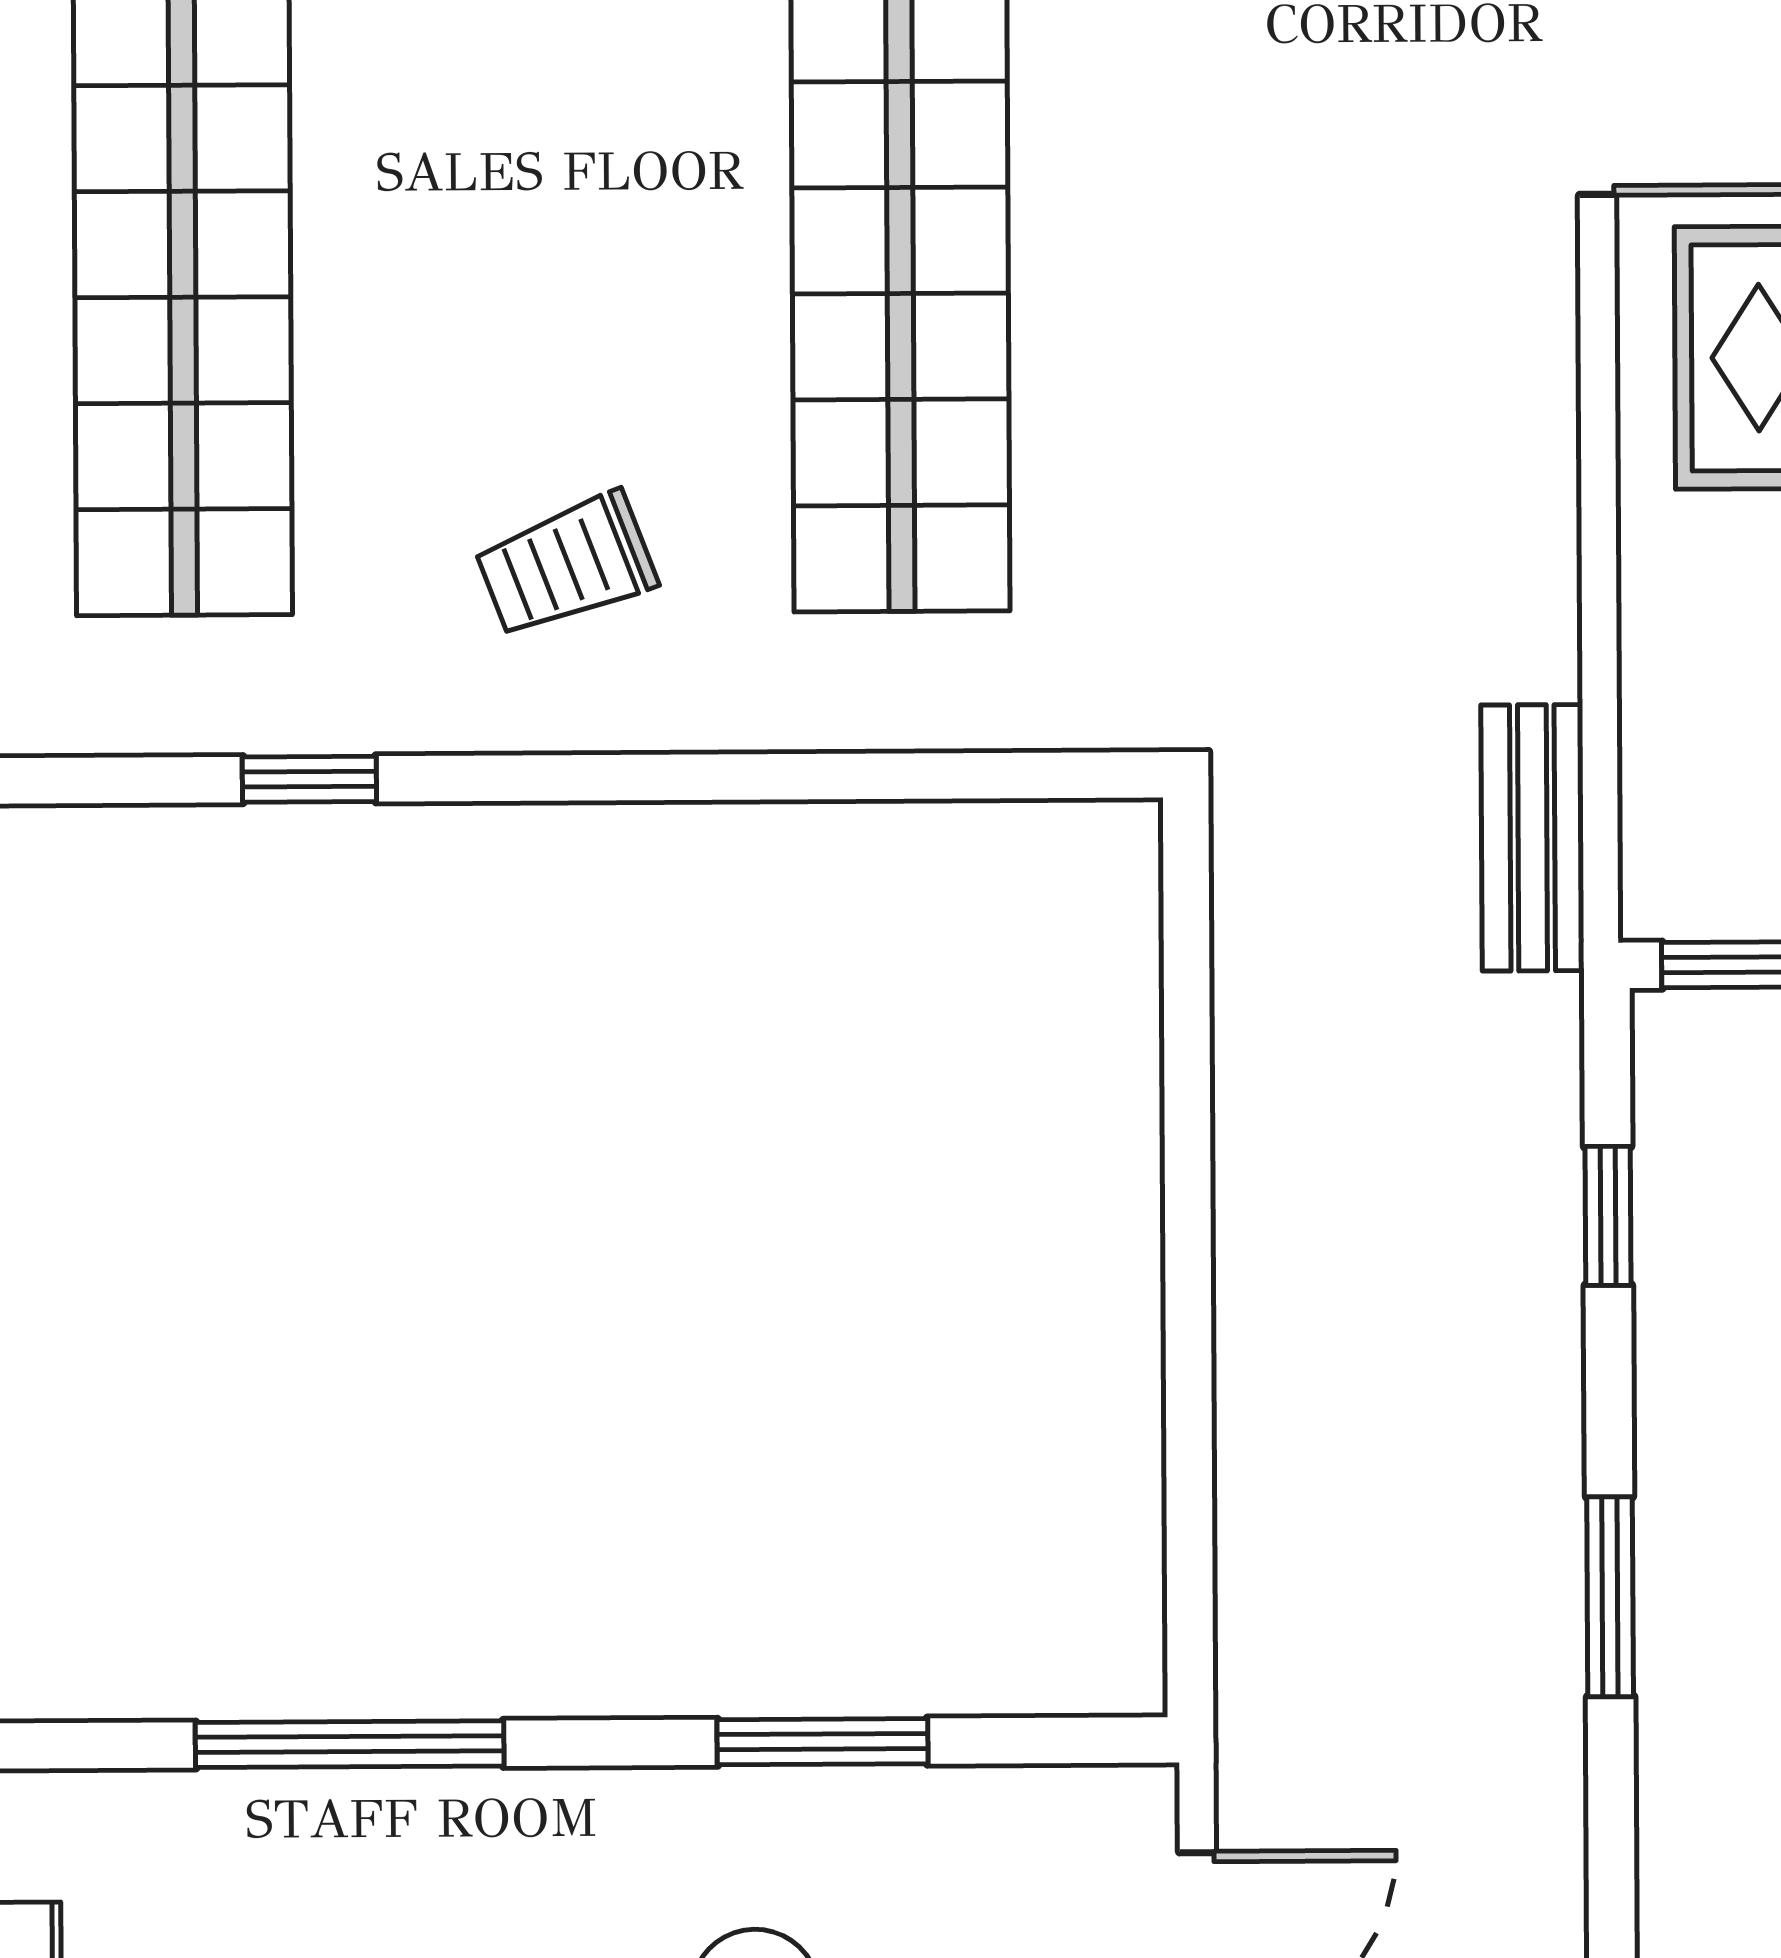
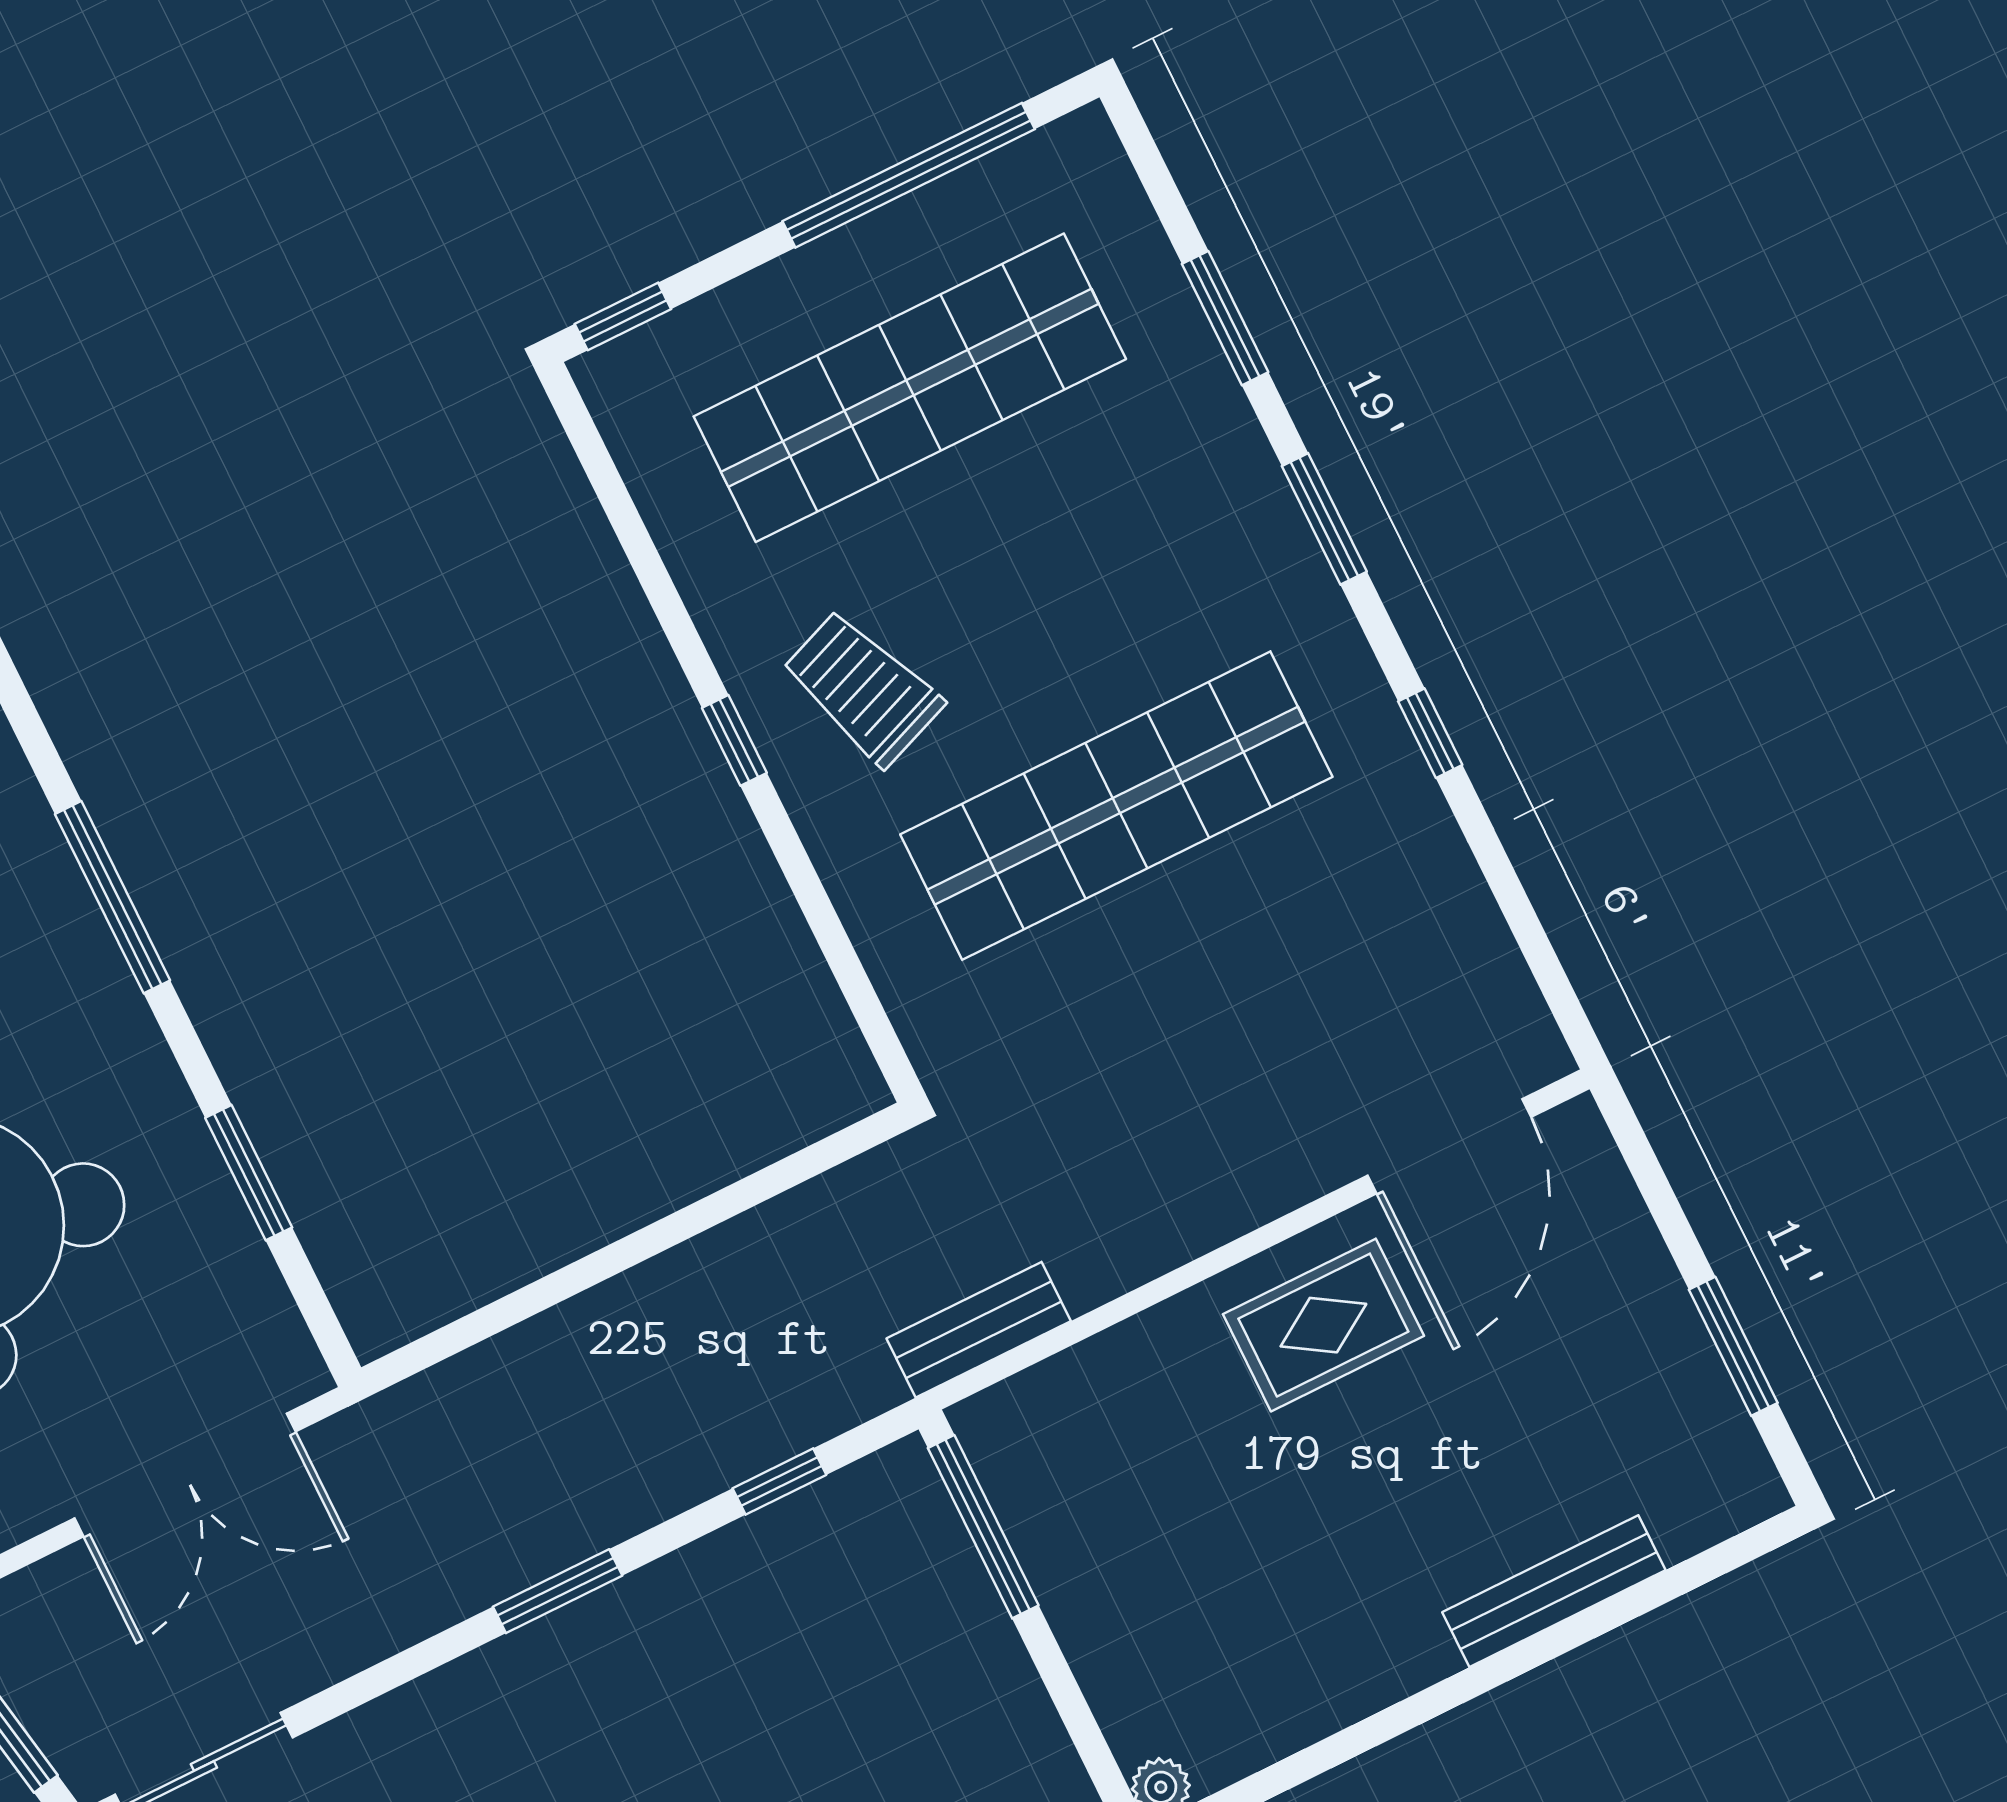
trolley: (566, 565) -> (863, 688), width x1.36, depth x1.39
window: (309, 779) -> (734, 740), moved

